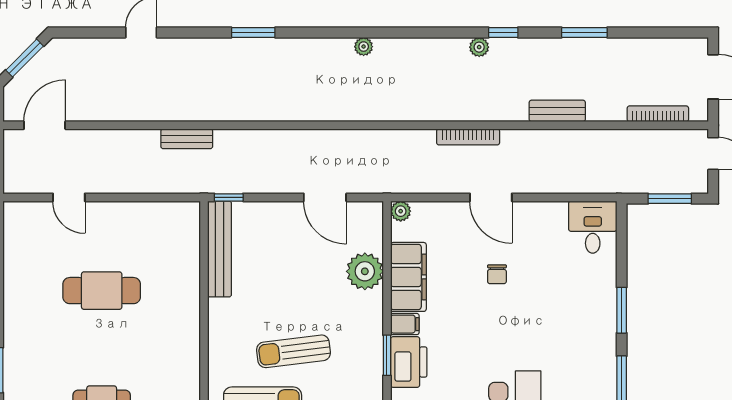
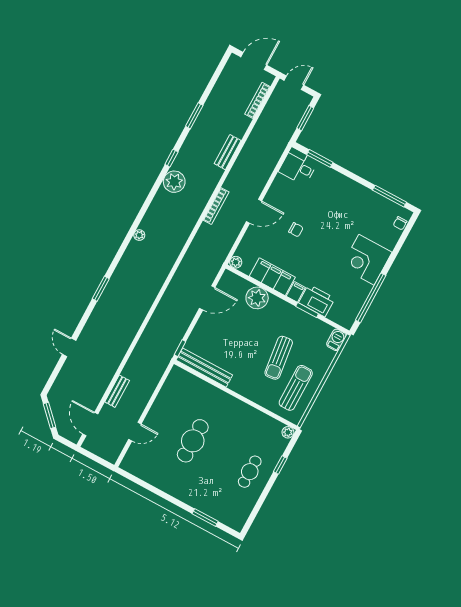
plant: (479, 47) -> (174, 182), width x1.87, depth x1.87
bench: (187, 139) -> (117, 391), moved
window: (622, 310) -> (320, 158), moved

